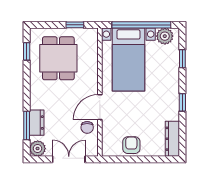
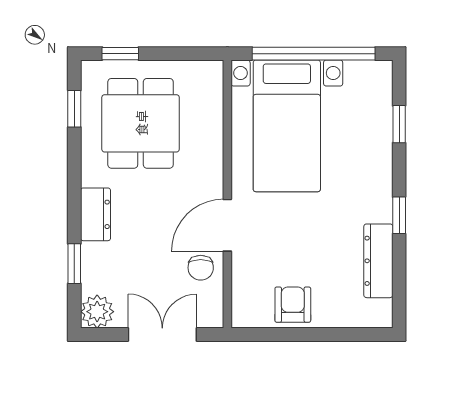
window: (75, 25) -> (120, 54), moved
plant: (165, 36) -> (363, 77), removed
dresser: (37, 123) -> (95, 214), moved
window: (27, 126) -> (74, 264), width x0.67
dresser: (172, 139) -> (378, 261), moved

